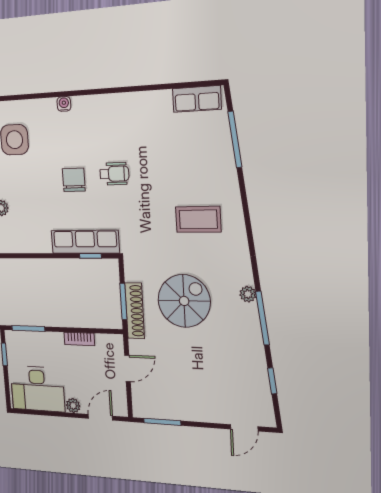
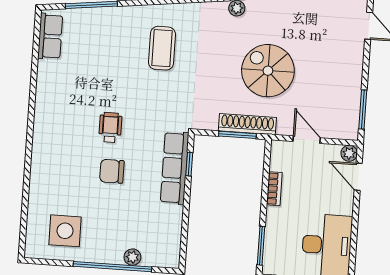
water cooler: (64, 104) -> (37, 171), removed
spiral stairs: (184, 301) -> (268, 71), moved
plant: (73, 406) -> (349, 153), moved

